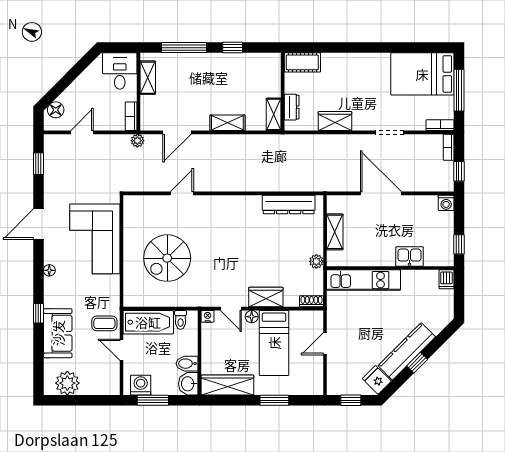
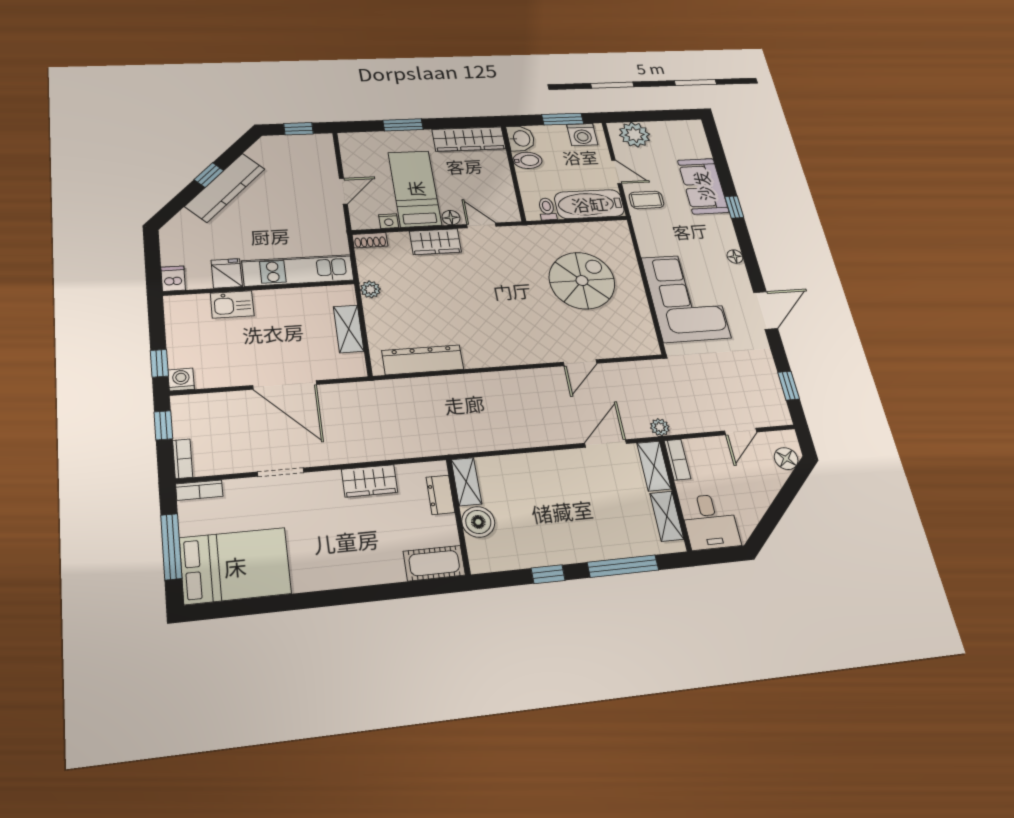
boiler: (271, 86) -> (478, 522), added
shelving: (227, 123) -> (654, 466), moved, turned 90
window: (459, 244) -> (159, 363), moved
nightstand: (208, 316) -> (389, 221), moved
fridge: (377, 380) -> (227, 273), moved, turned -135
plant: (67, 383) -> (635, 135), moved

